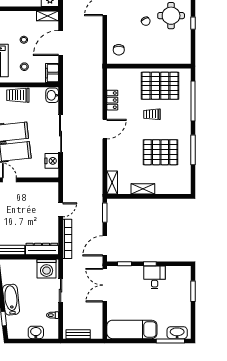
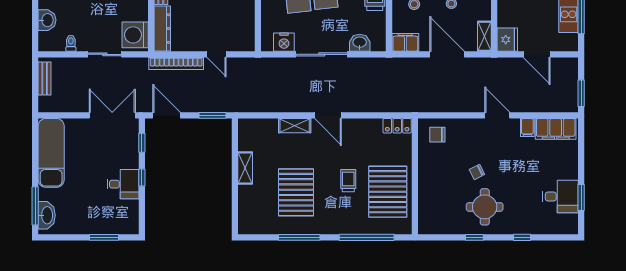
washbasin: (52, 95) -> (360, 43), moved
locker: (112, 100) -> (397, 126), moved
shelving: (112, 183) -> (295, 126), moved

